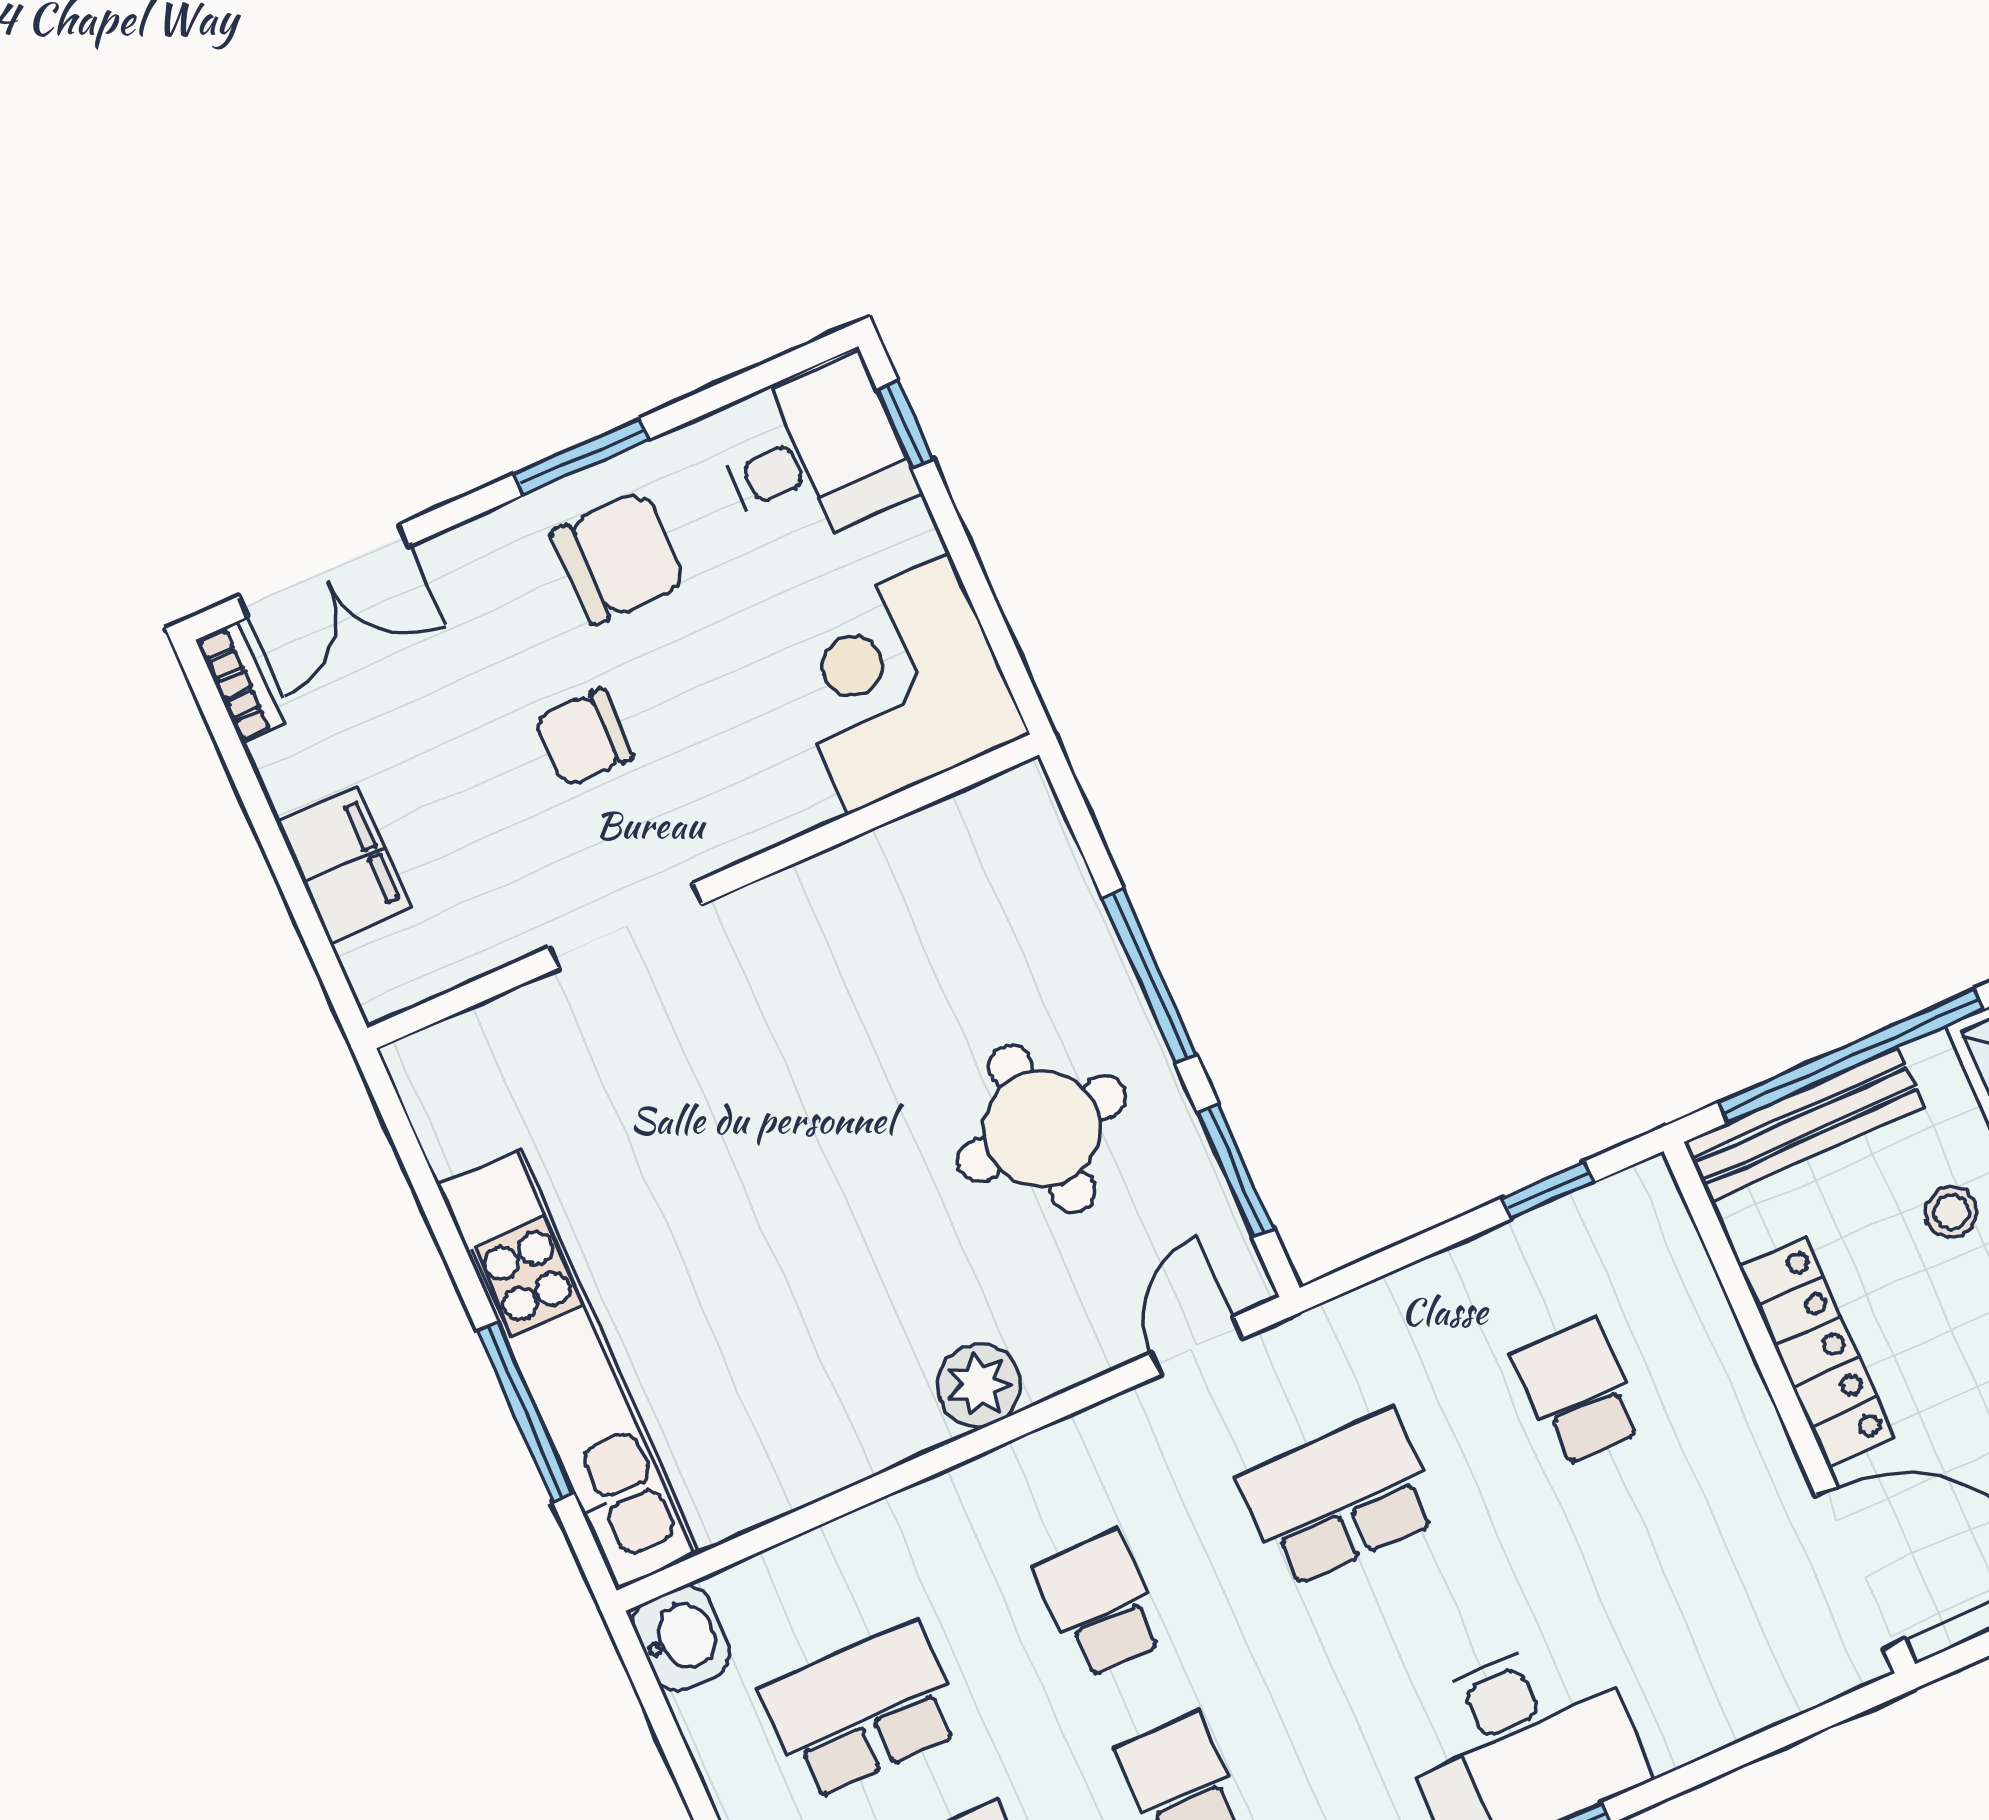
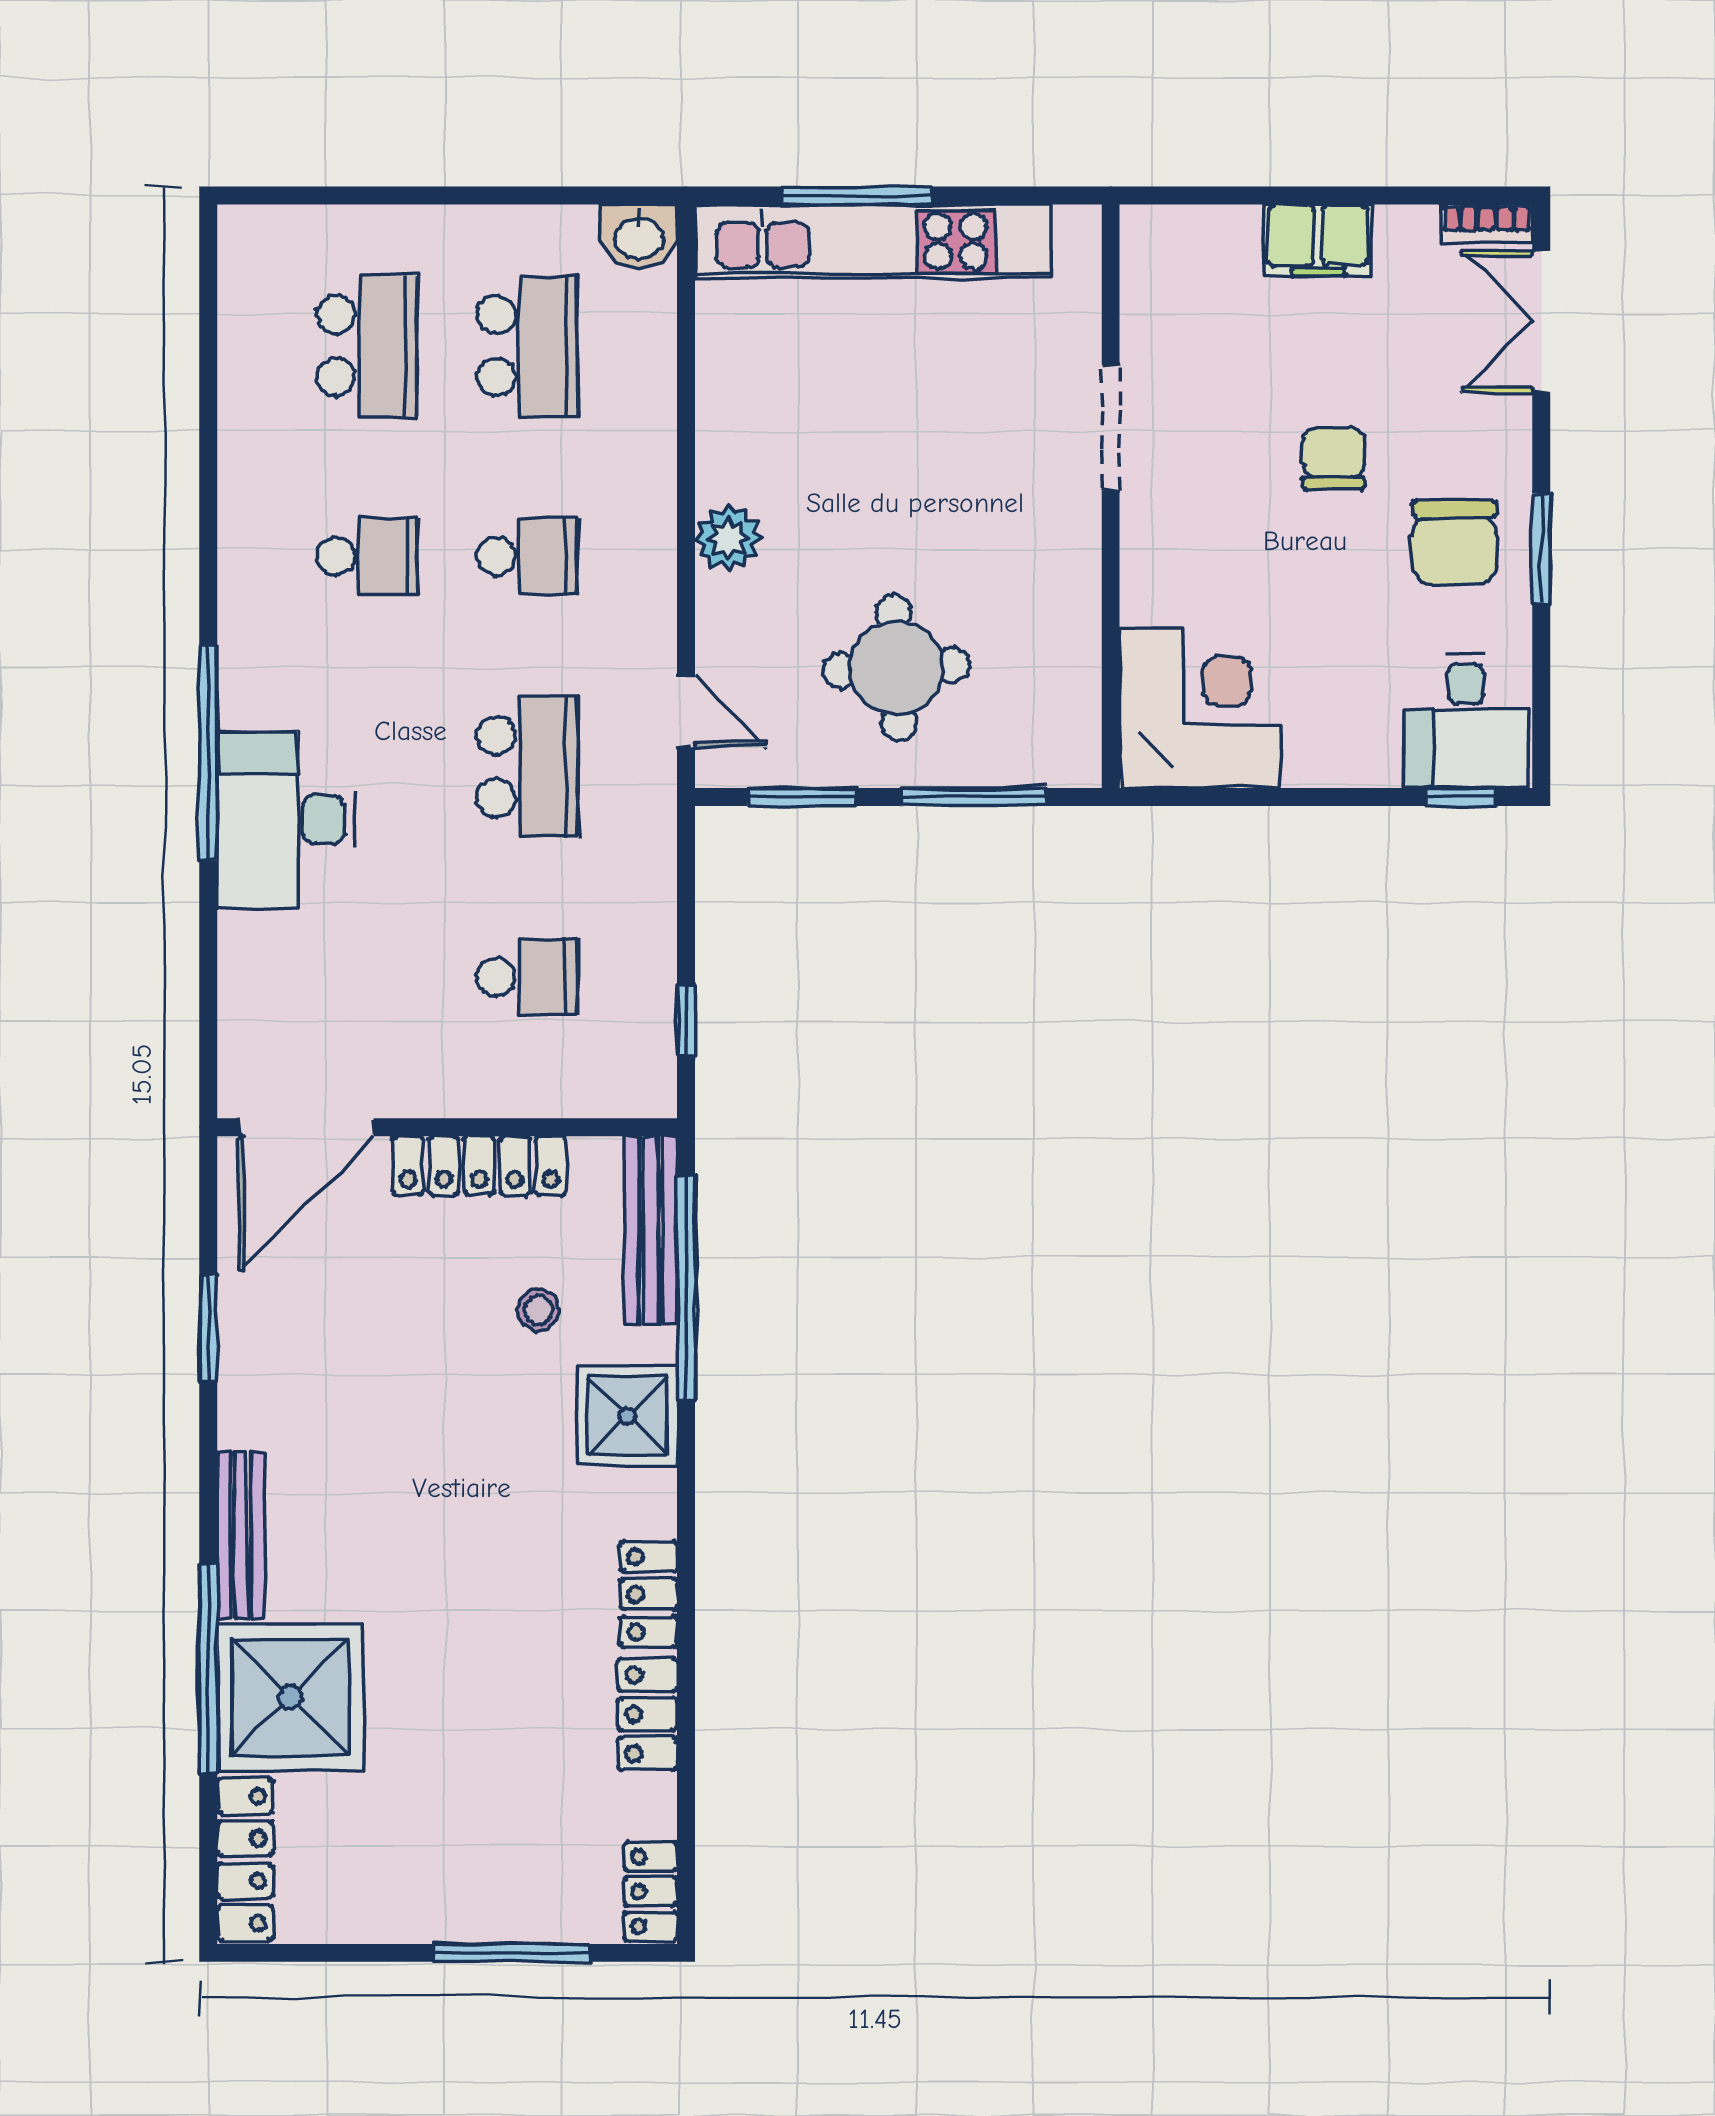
corner desk: (899, 684) -> (1199, 708), moved
wall: (703, 891) -> (1111, 496), moved
doorway: (625, 926) -> (1111, 428), moved

